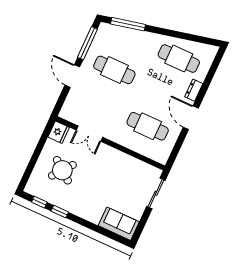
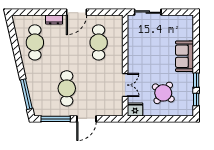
sofa: (119, 224) -> (185, 56), moved

